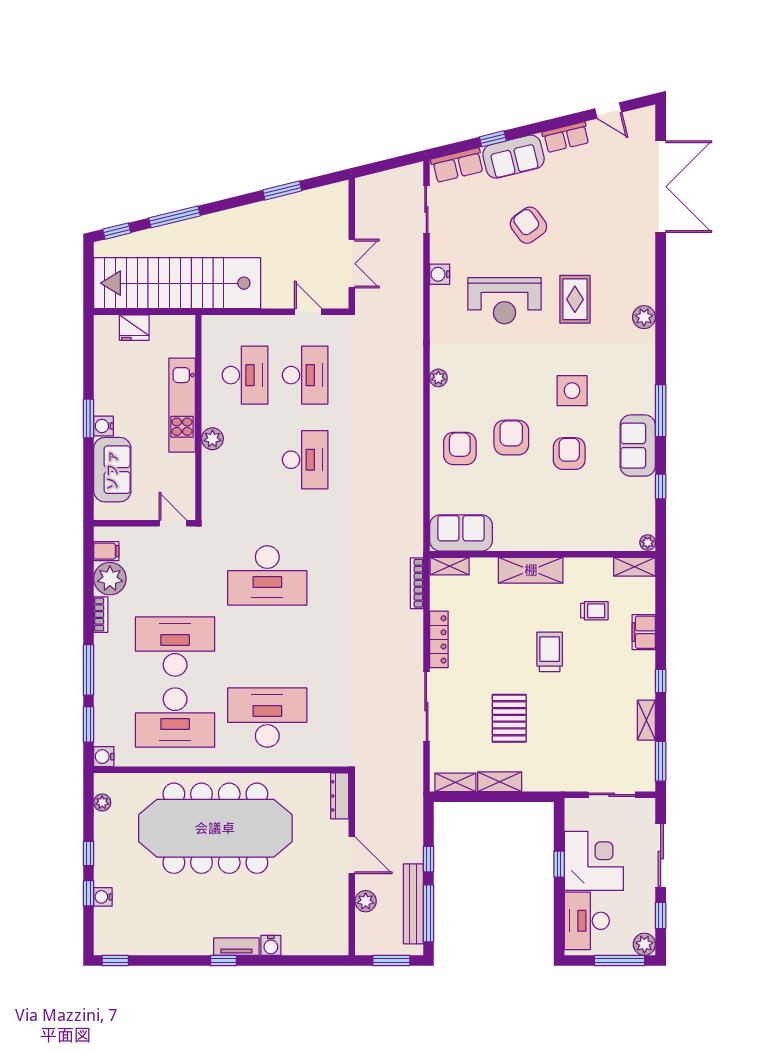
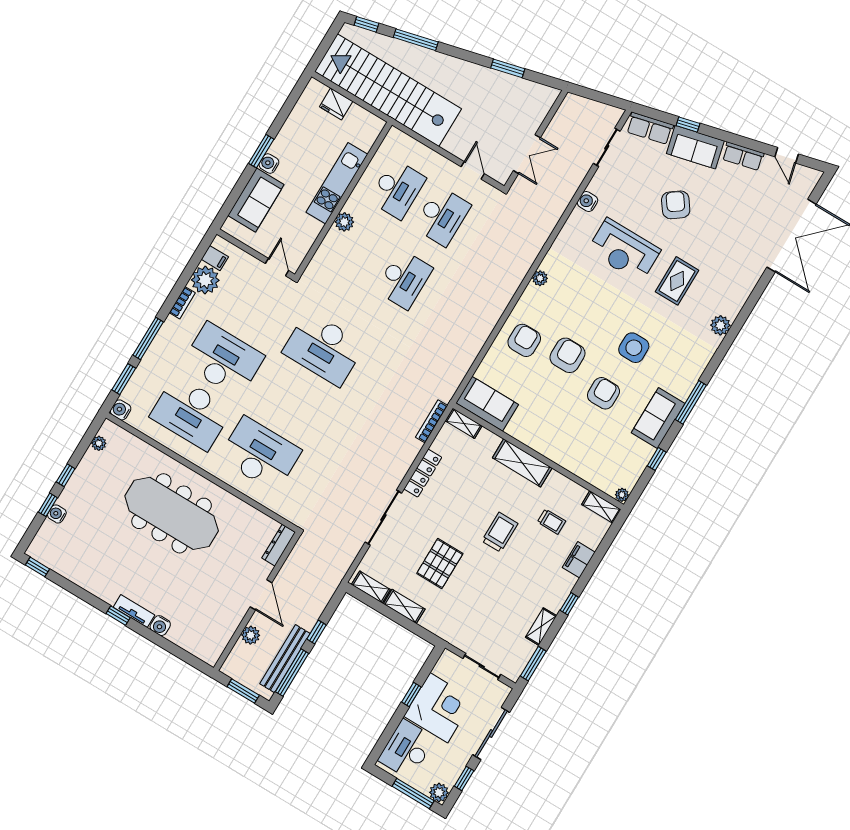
meeting table: (215, 828) -> (172, 513), width x0.73, depth x0.79

